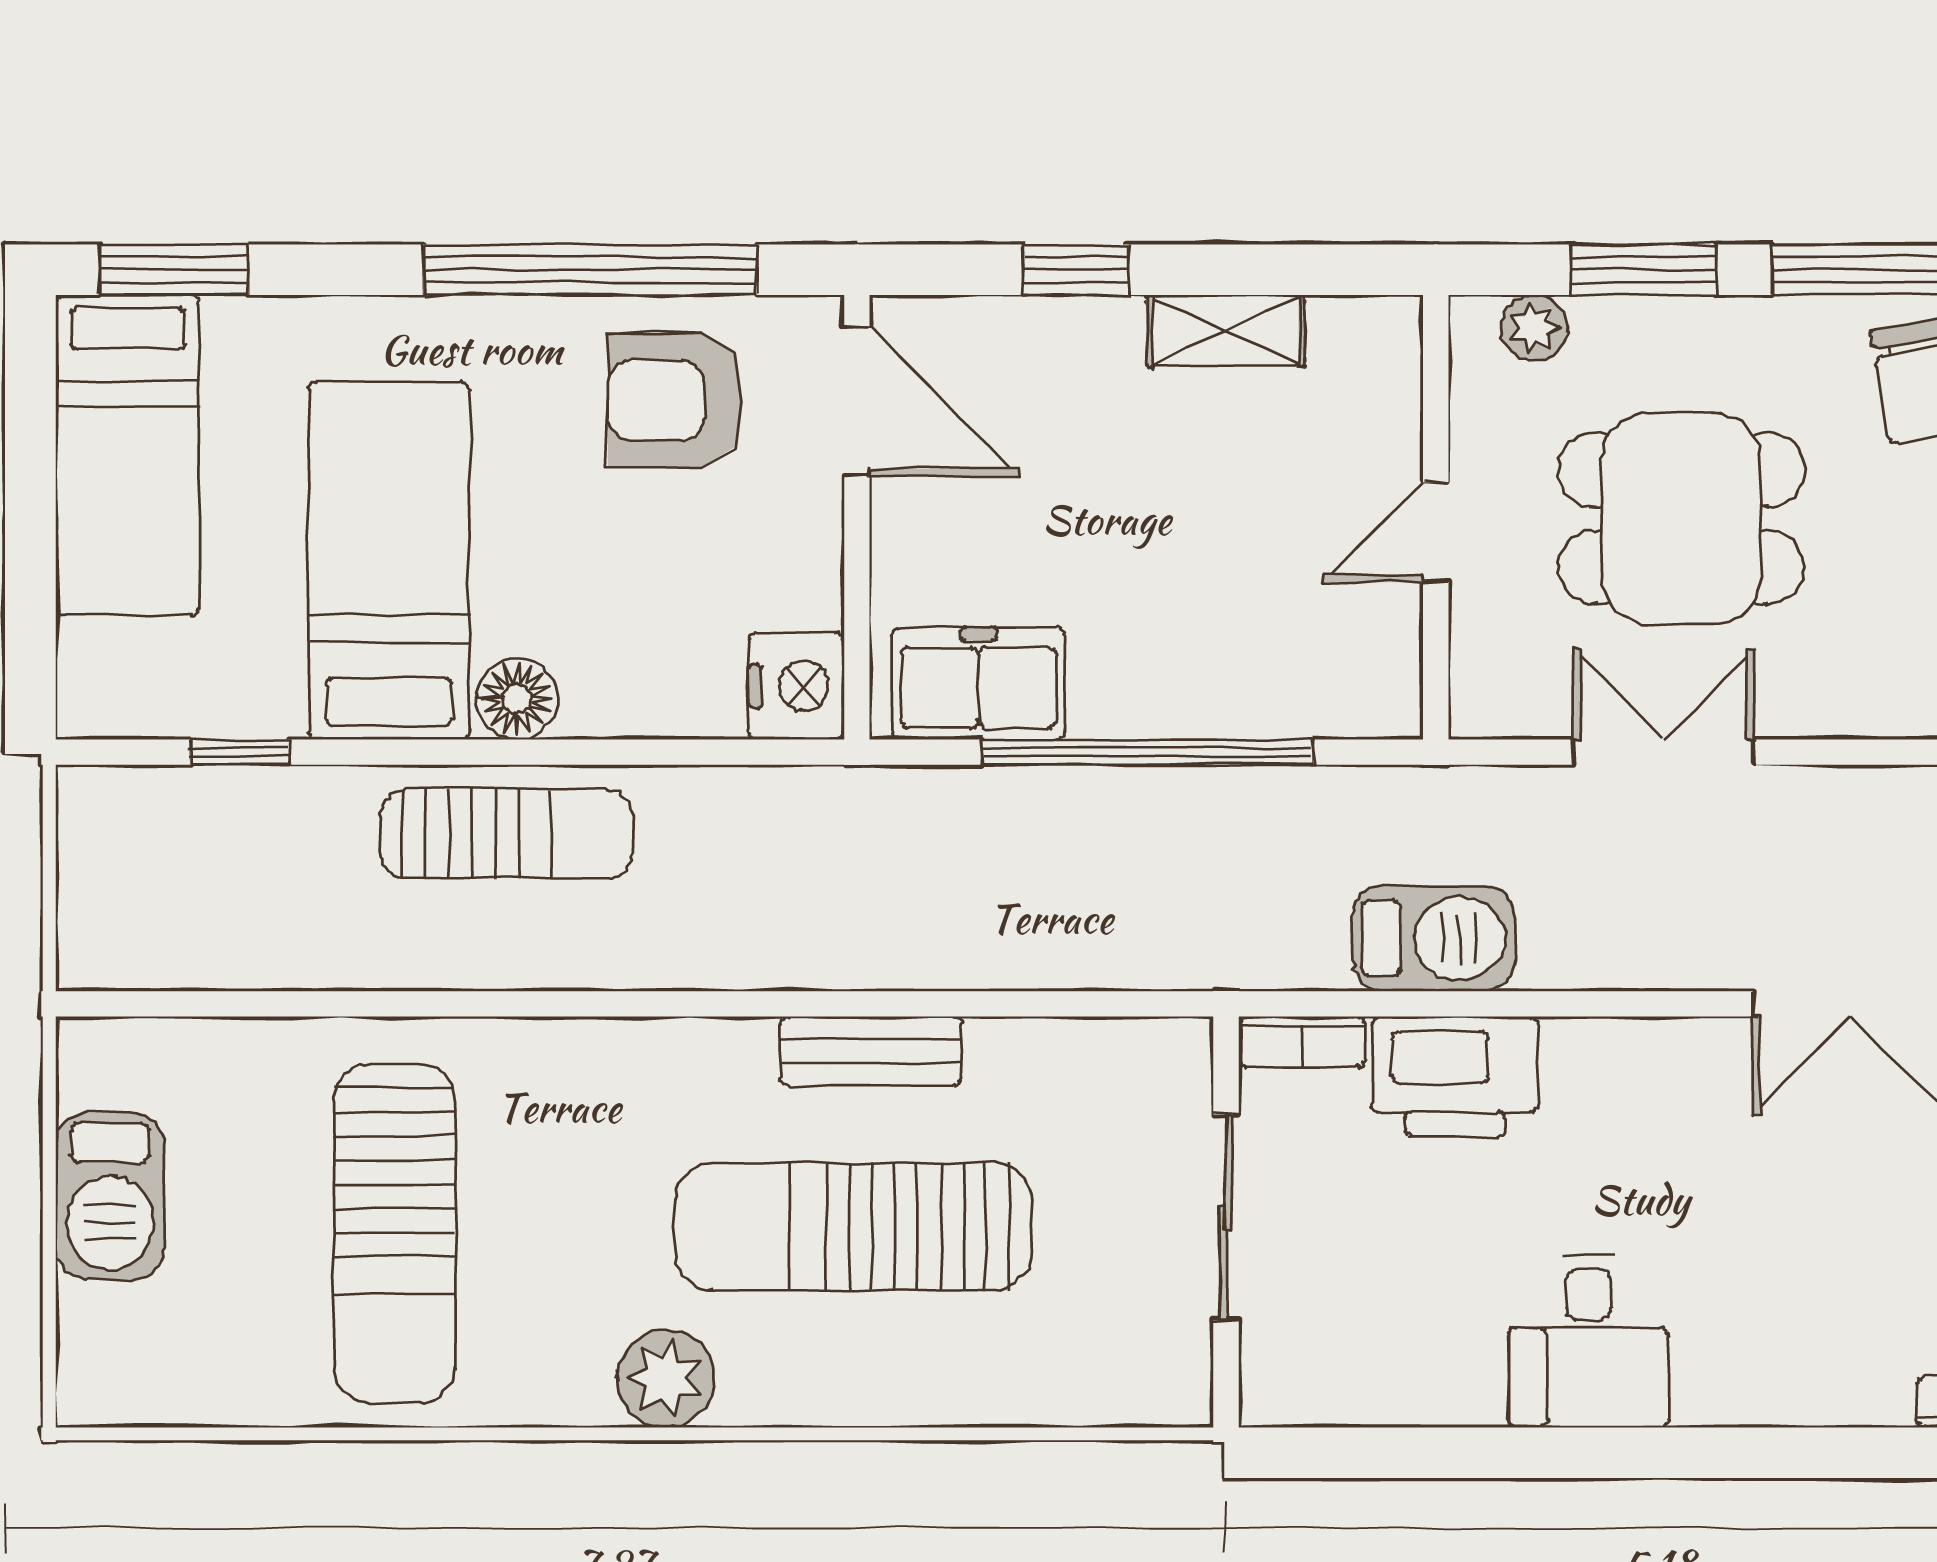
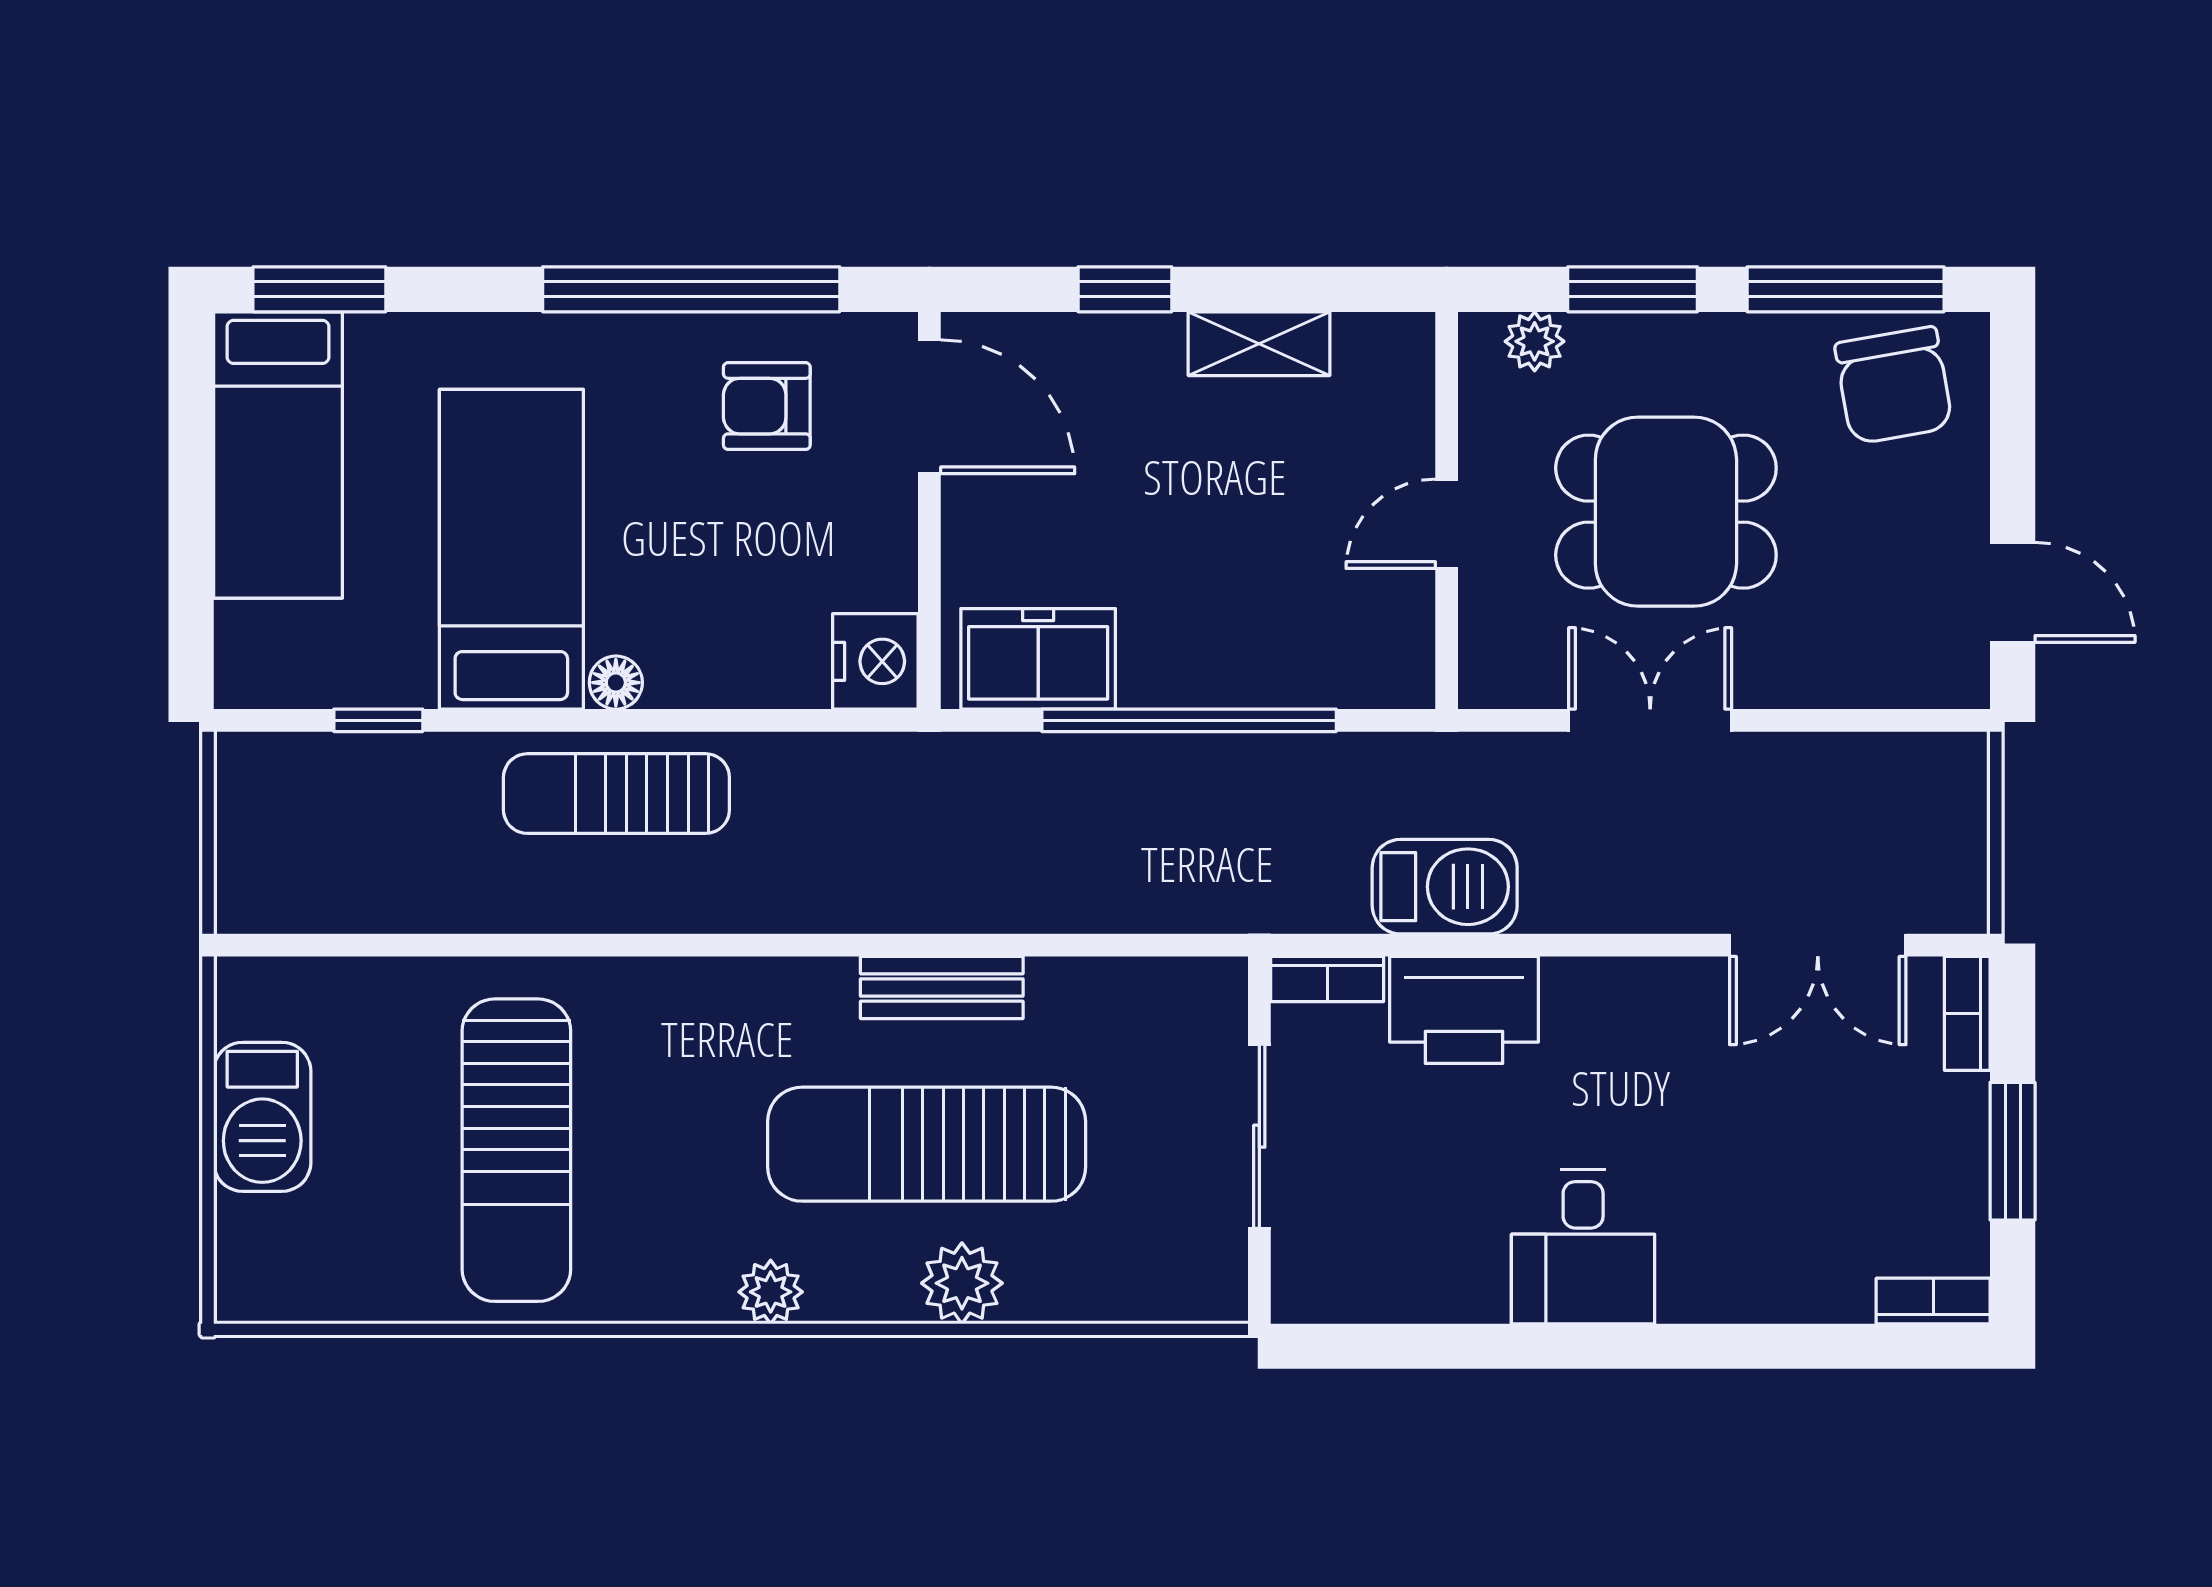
armchair: (675, 400) -> (767, 406), width x0.72, depth x0.72
floor lamp: (517, 699) -> (616, 683), width x0.73, depth x0.73
sun lounger: (506, 834) -> (616, 794), turned 180
plant: (666, 1379) -> (771, 1292), width x0.73, depth x0.73
plant: (893, 1382) -> (962, 1283), added

